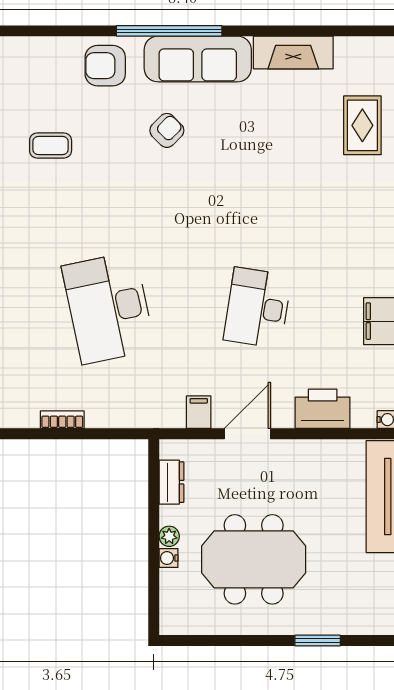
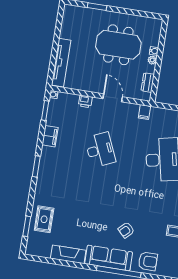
desk: (257, 308) -> (100, 150), turned -33
printer: (323, 409) -> (85, 101), width x0.53, depth x0.68
filing cabinet: (199, 412) -> (144, 112), moved
door: (248, 434) -> (113, 98), swing flipped

